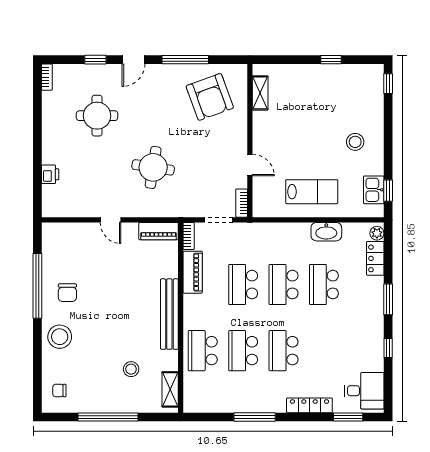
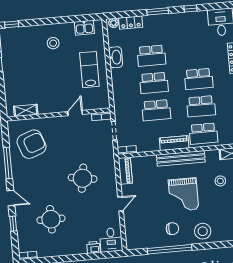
window: (388, 191) -> (84, 18), removed
desk: (59, 201) -> (111, 240), added
piano: (193, 272) -> (174, 143), moved
grand piano: (116, 313) -> (184, 195), added

